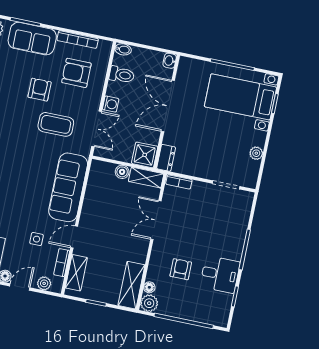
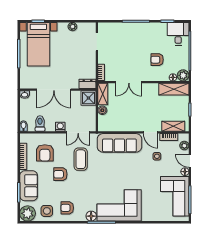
double door: (97, 129) -> (78, 132), swing flipped
desk: (220, 274) -> (178, 34), moved

